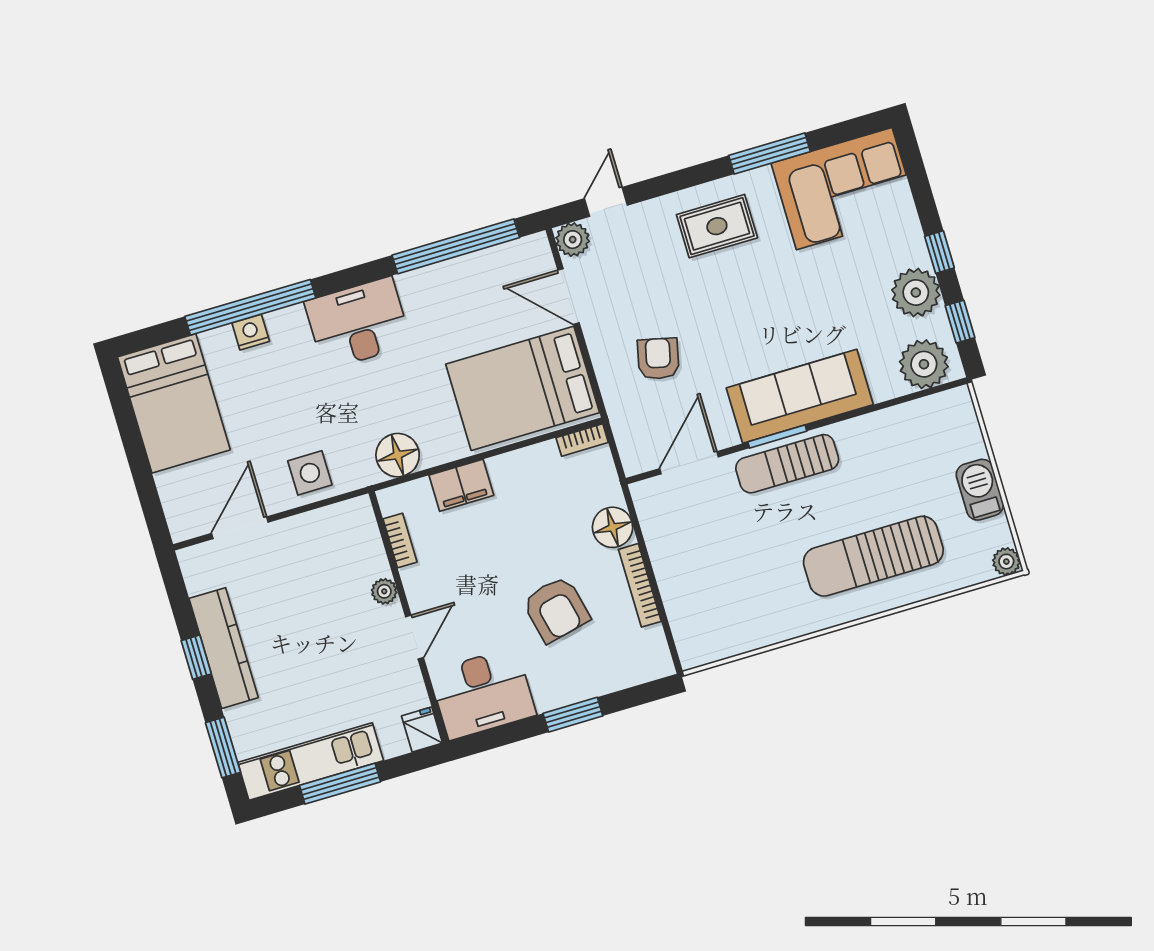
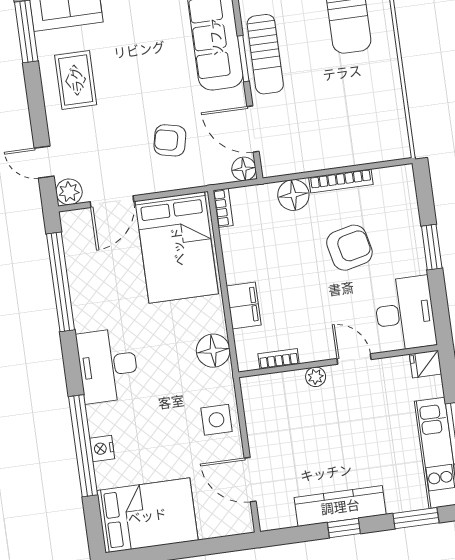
floor lamp: (636, 459) -> (244, 169), added

